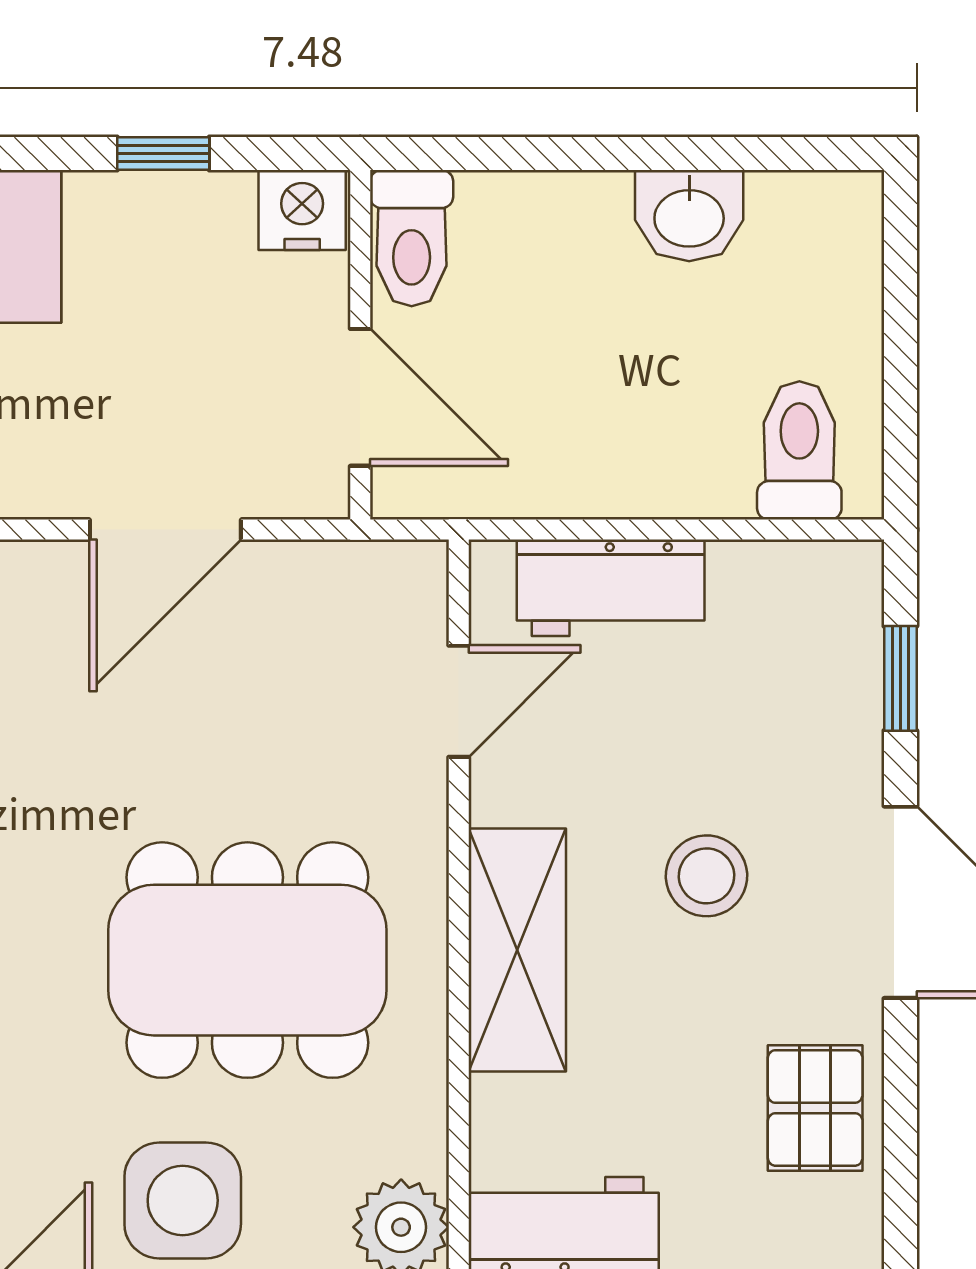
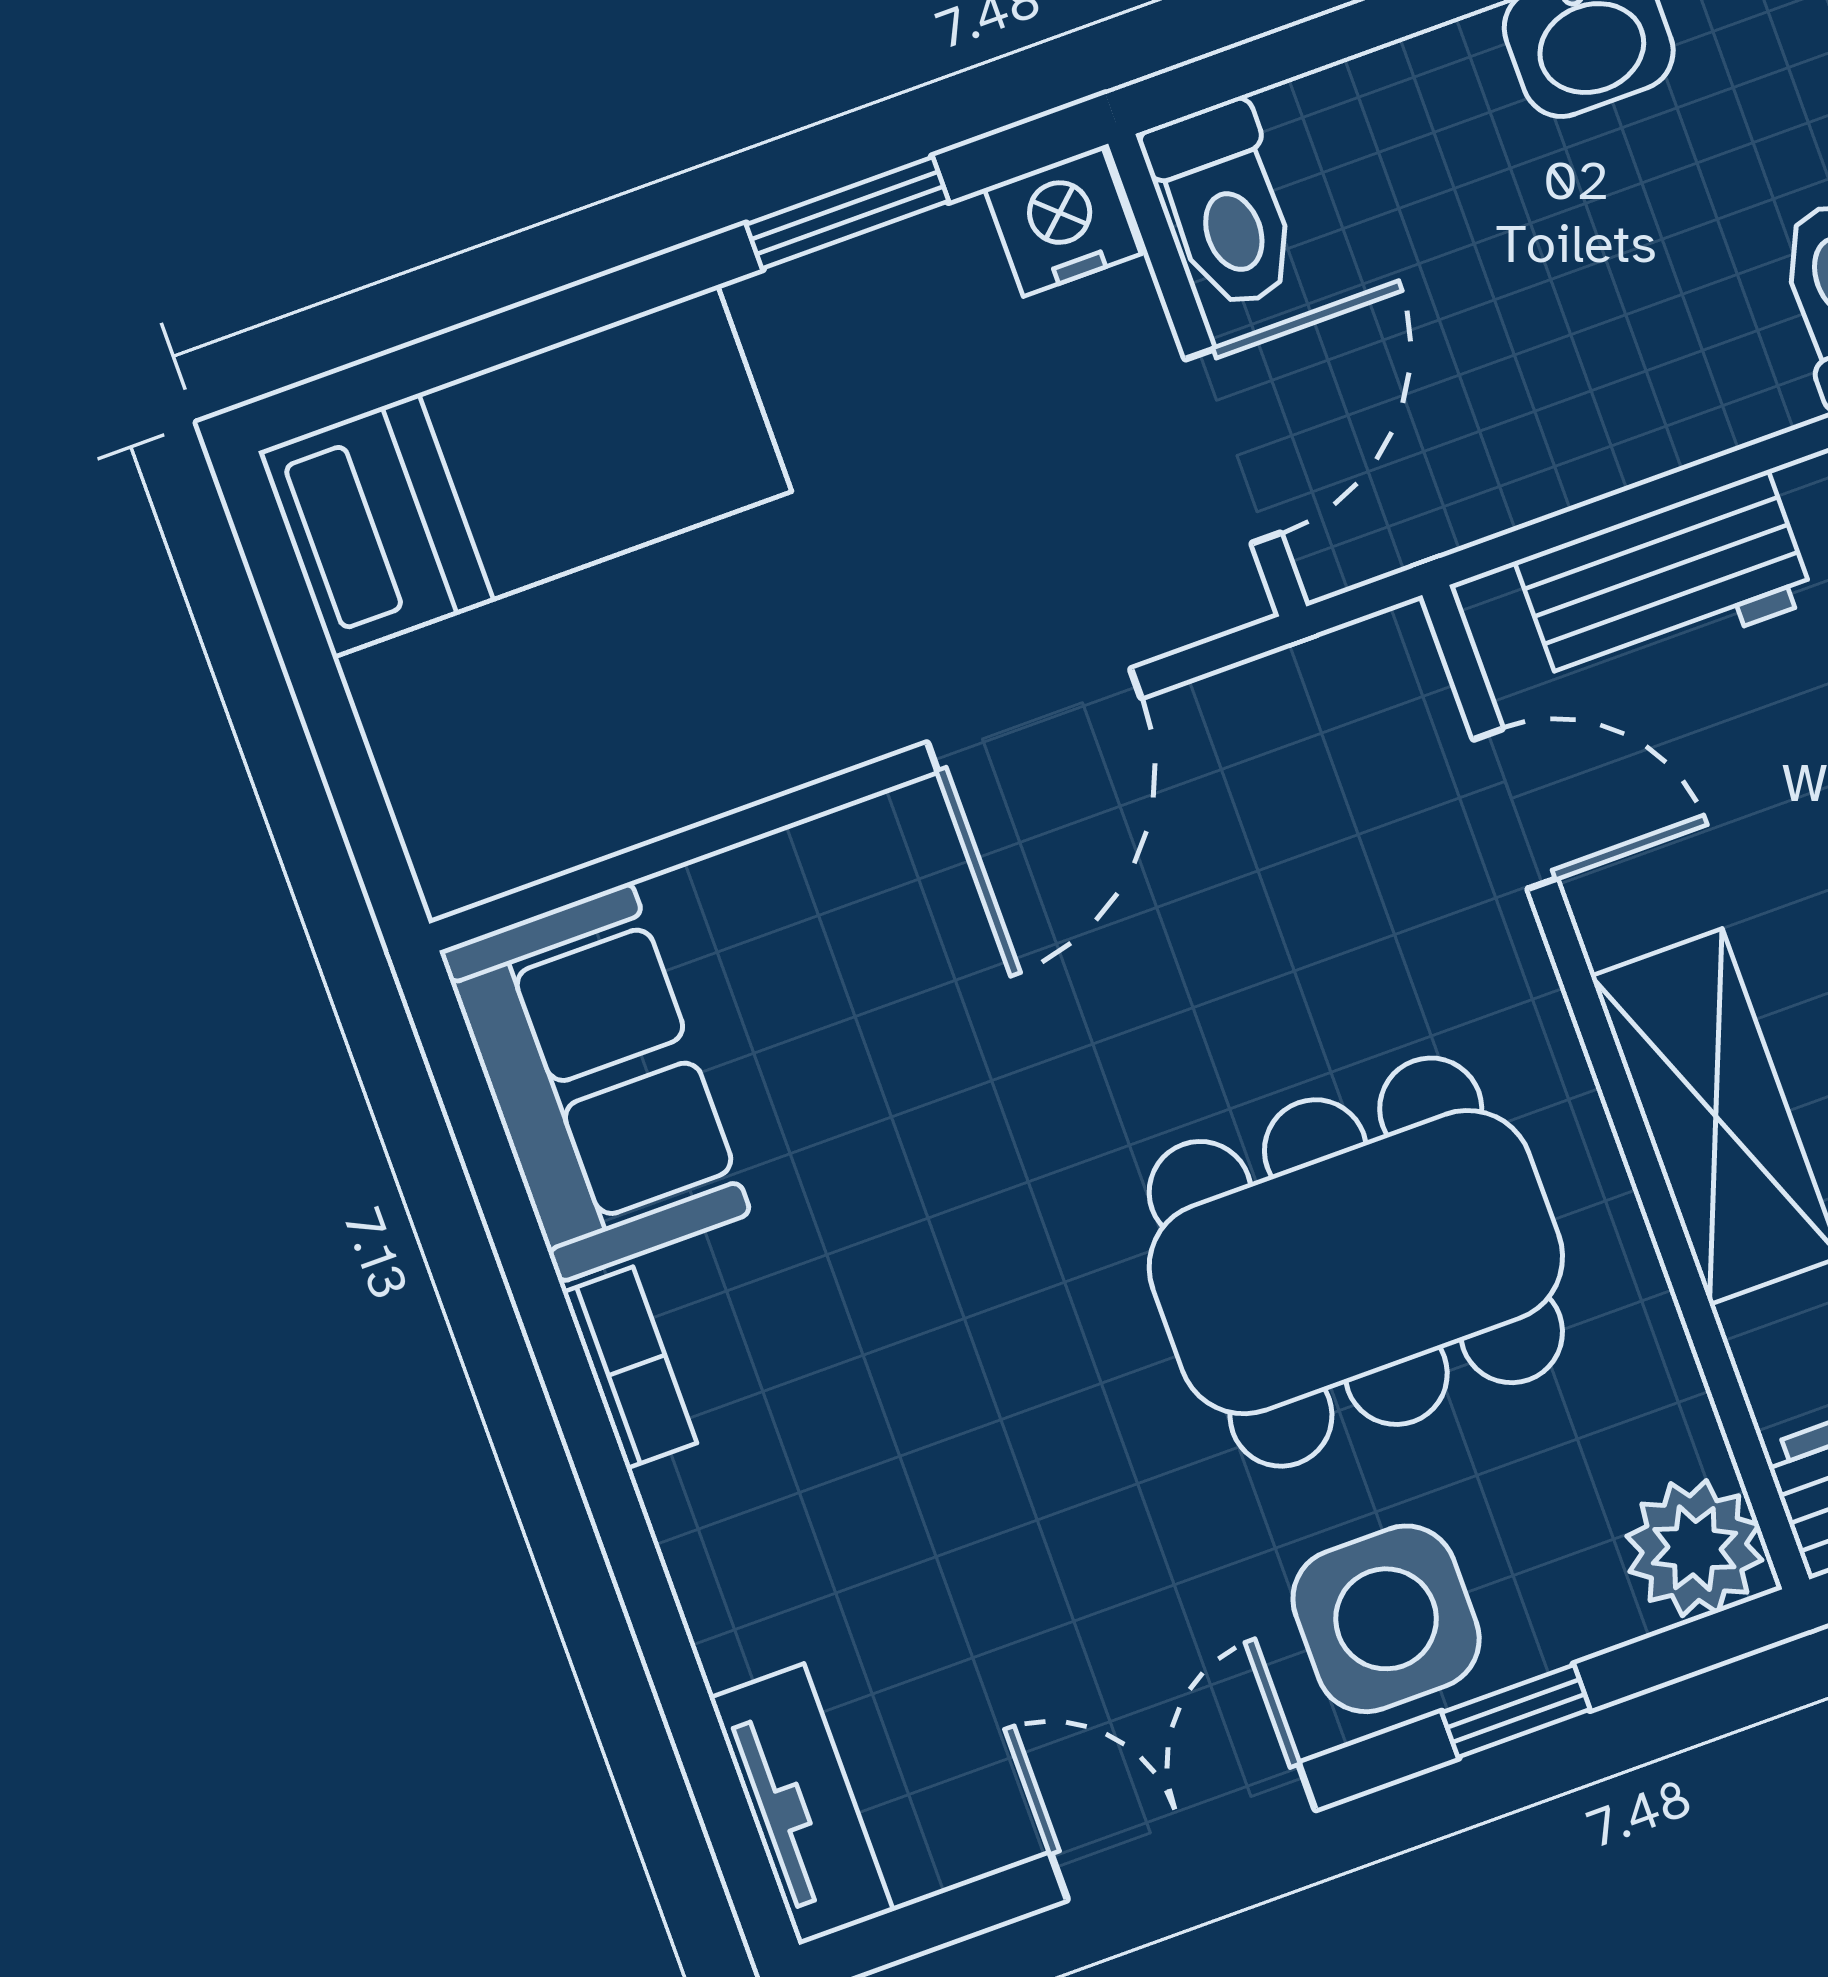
window: (163, 154) -> (847, 213), width x1.50
door: (360, 397) -> (1233, 446), hinge flipped
door: (459, 701) -> (1515, 809), hinge flipped

